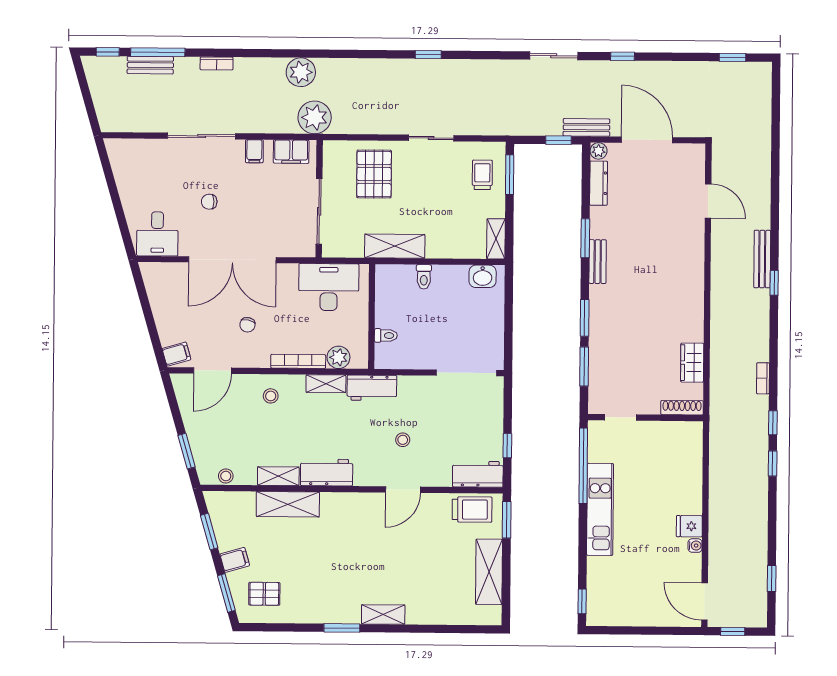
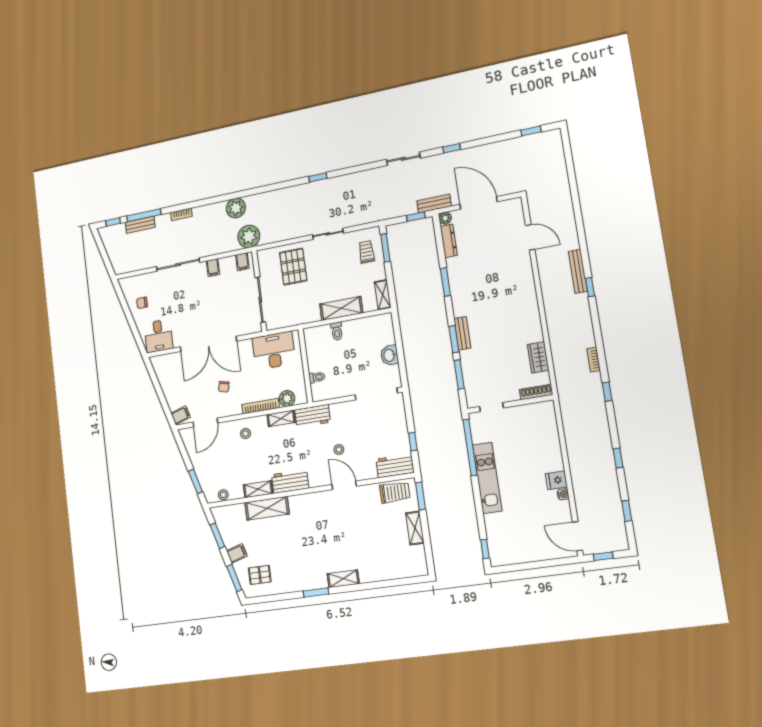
filing cabinet: (291, 152) -> (242, 262), width x0.50
chair: (209, 202) -> (142, 303), moved
shelving: (395, 246) -> (341, 308), moved
bench: (598, 262) -> (462, 333), moved
washbasin: (483, 276) -> (389, 355), moved, turned 90
window: (773, 463) -> (618, 458), moved
door: (403, 490) -> (344, 485), swing flipped
shelving: (489, 572) -> (415, 528), width x0.67, depth x0.75

